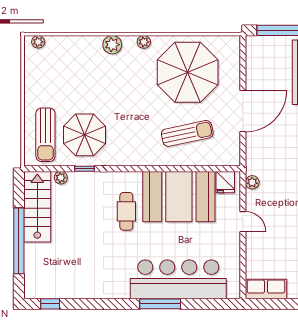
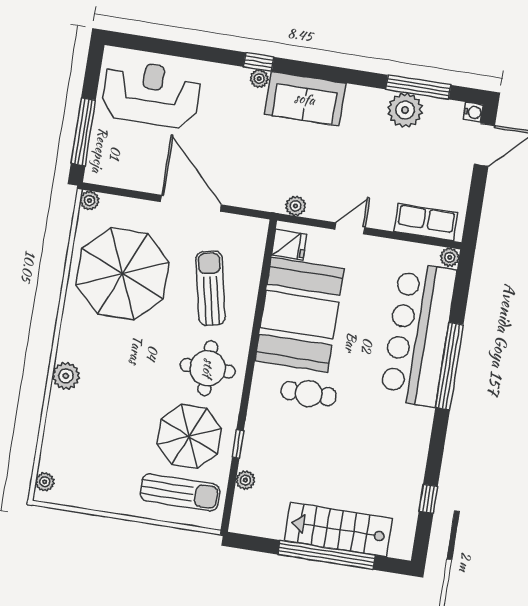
plant: (144, 42) -> (89, 201), moved
round table: (133, 140) -> (208, 368), added
stairs: (37, 207) -> (338, 530), moved
row of seats: (266, 289) -> (426, 222), moved, turned 90
plant: (234, 292) -> (450, 257), added
window: (50, 304) -> (428, 499), moved
window: (160, 304) -> (449, 366), width x1.46

